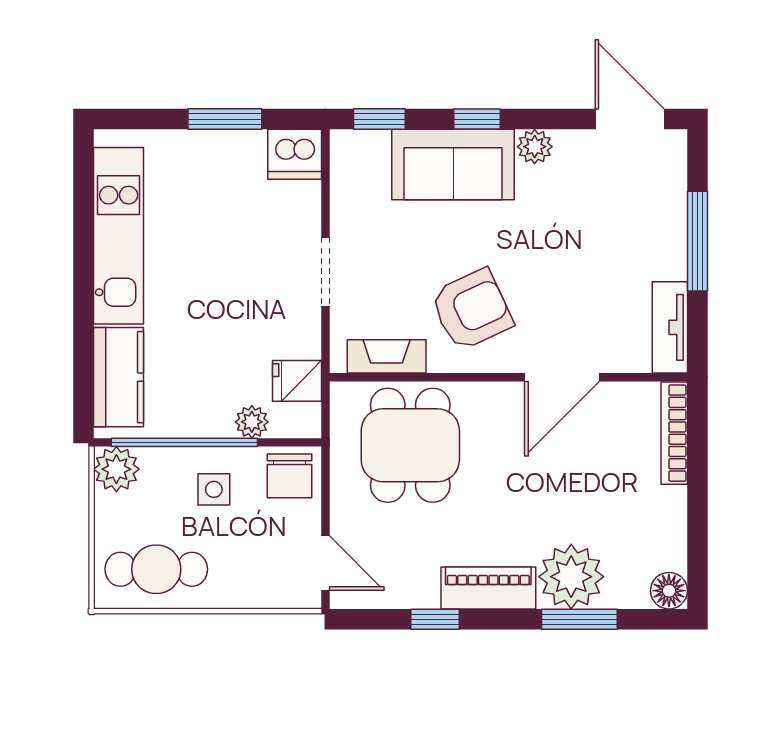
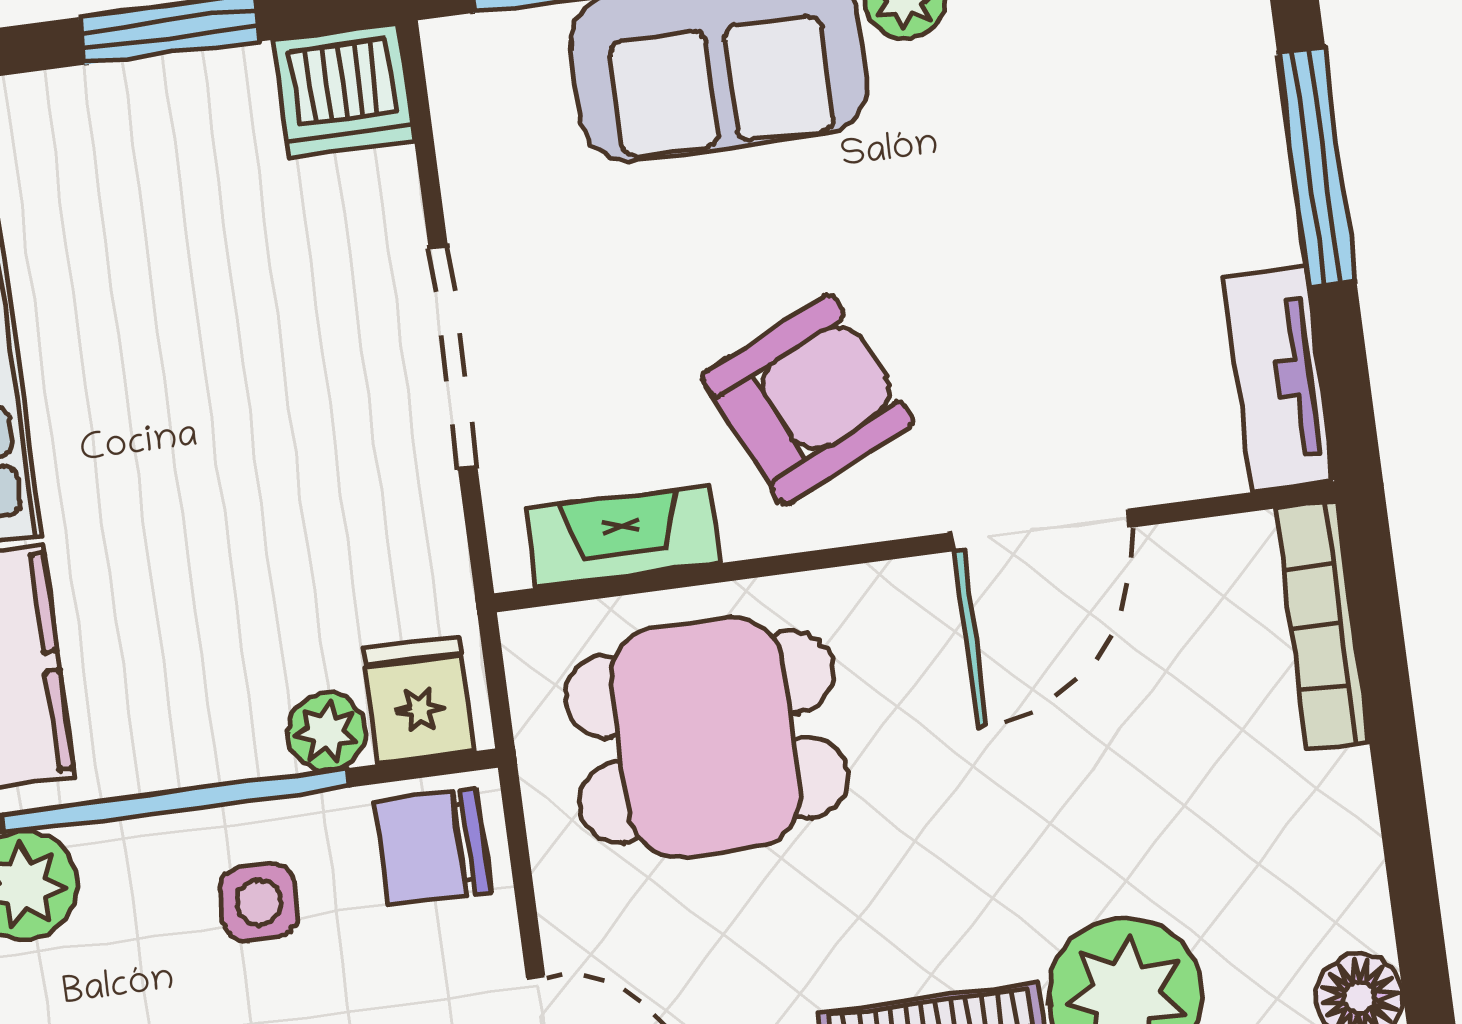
doorway: (325, 272) -> (453, 357), width x1.38
fridge: (297, 381) -> (419, 701), moved, turned 90
dining table: (410, 445) -> (706, 737), turned 90
chair: (290, 476) -> (432, 847), turned 90

